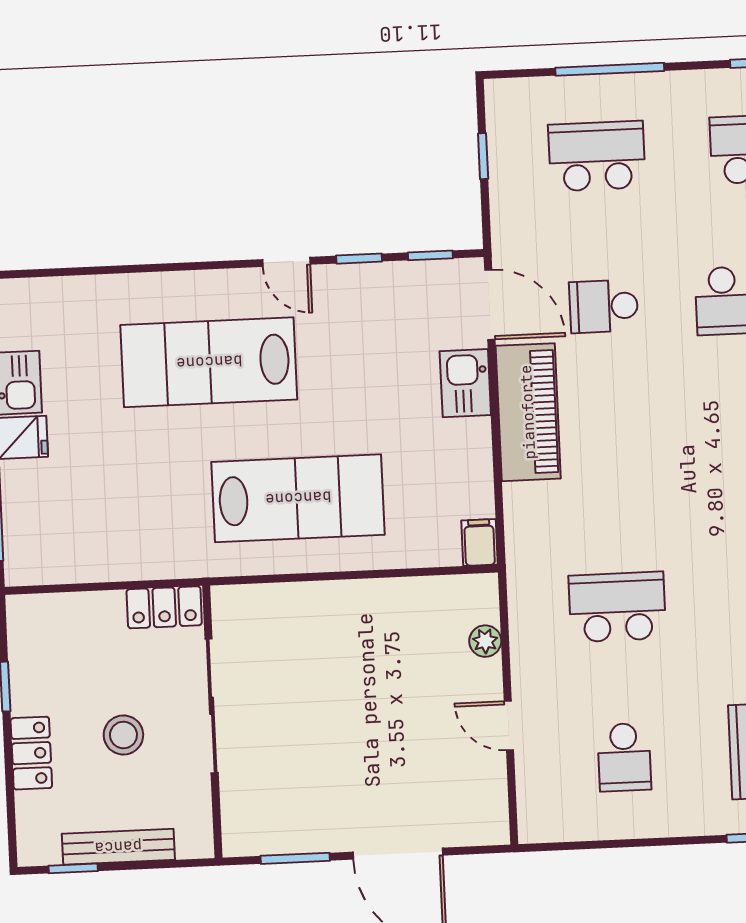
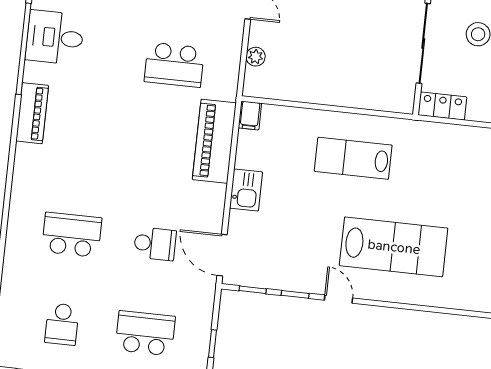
school desk: (597, 156) -> (145, 333), turned 180
kitchen sink: (465, 383) -> (246, 190), moved
piano: (528, 412) -> (214, 141), moved
lab bench: (298, 498) -> (353, 158), width x0.73, depth x0.72

